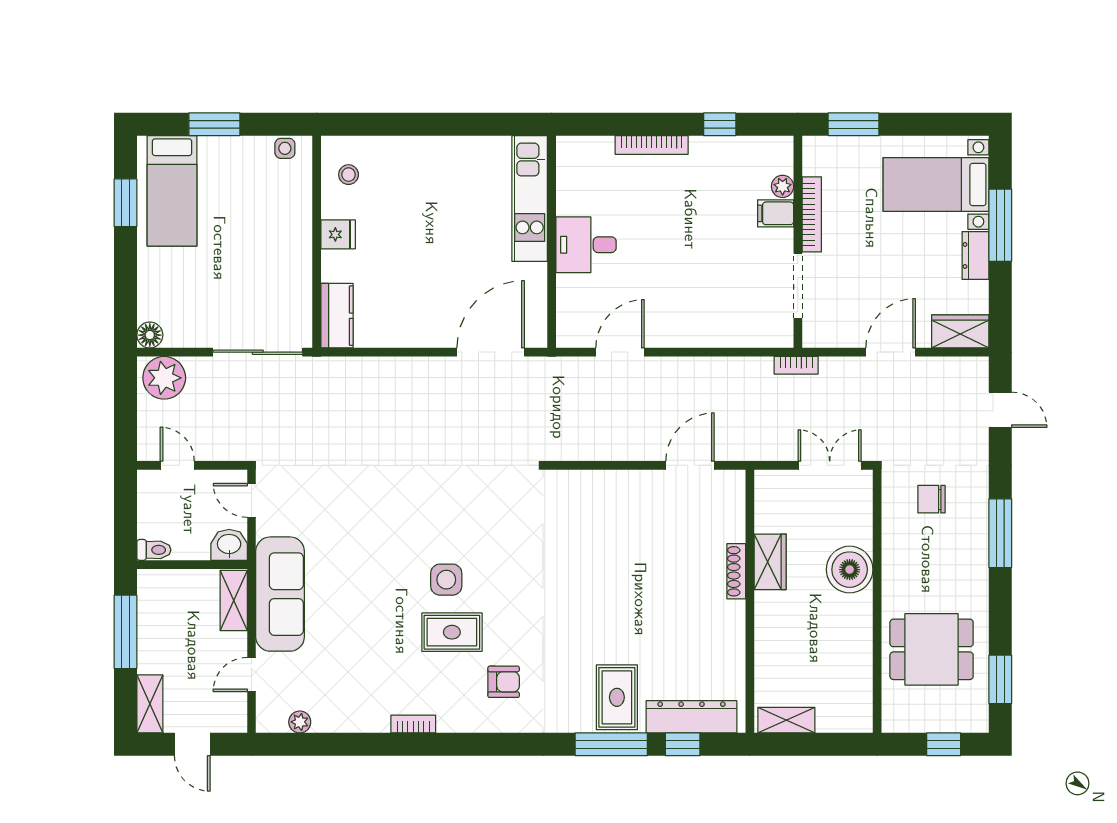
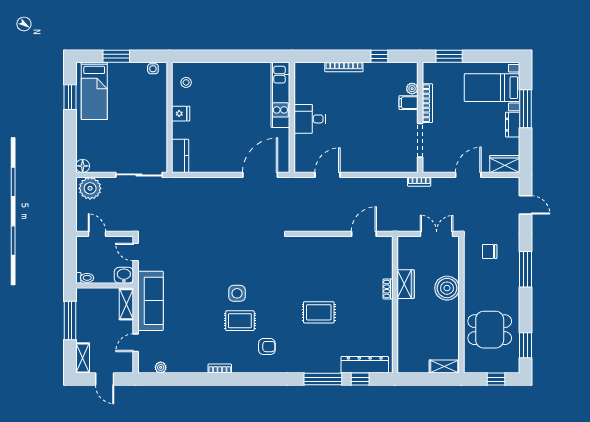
shoe rack: (736, 571) -> (388, 289), width x0.70
rug: (617, 697) -> (319, 312), moved, turned 90
shelving: (786, 720) -> (444, 367), moved

